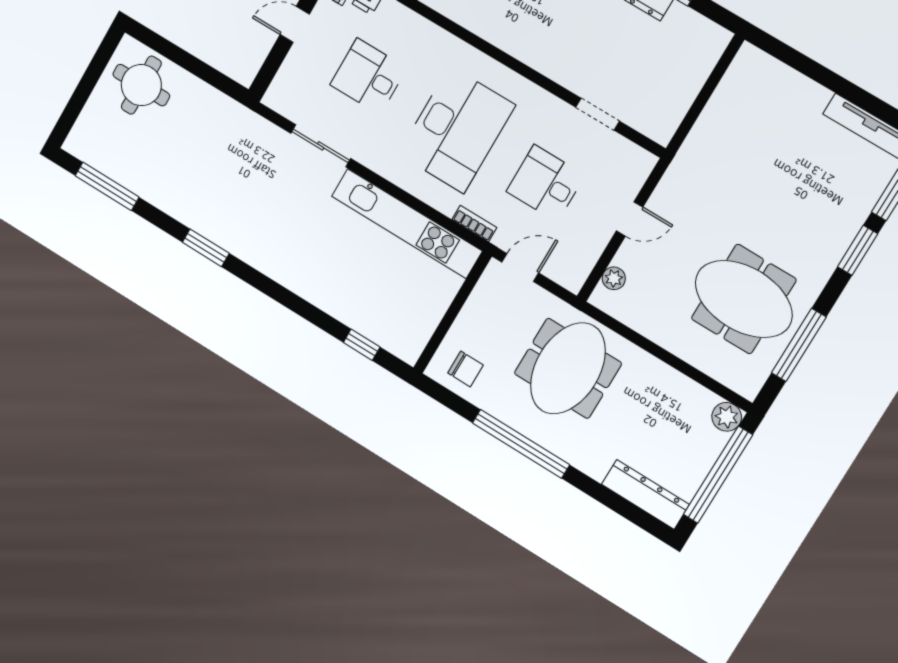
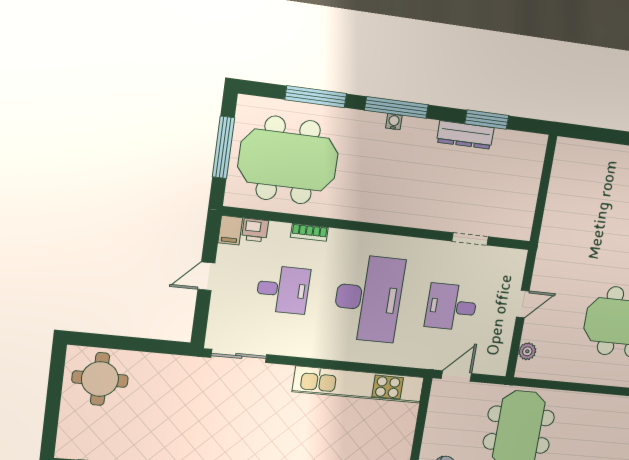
desk: (369, 76) -> (283, 290), turned 180
sliding door: (321, 146) -> (239, 356), moved
bookcase: (474, 223) -> (309, 232), moved, turned 180

